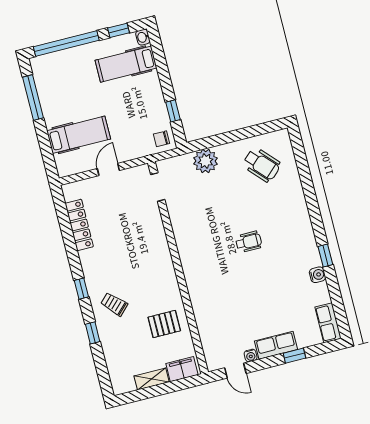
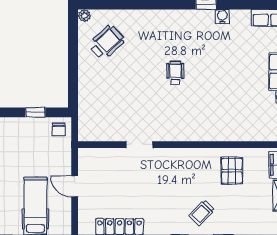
plant: (206, 161) -> (84, 16), moved, width x0.53, depth x0.53
doorway: (158, 187) -> (140, 145), moved

